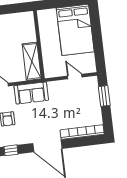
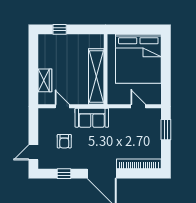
bed: (75, 30) -> (138, 59), width x1.36
shelving: (32, 61) -> (96, 77), width x1.47

